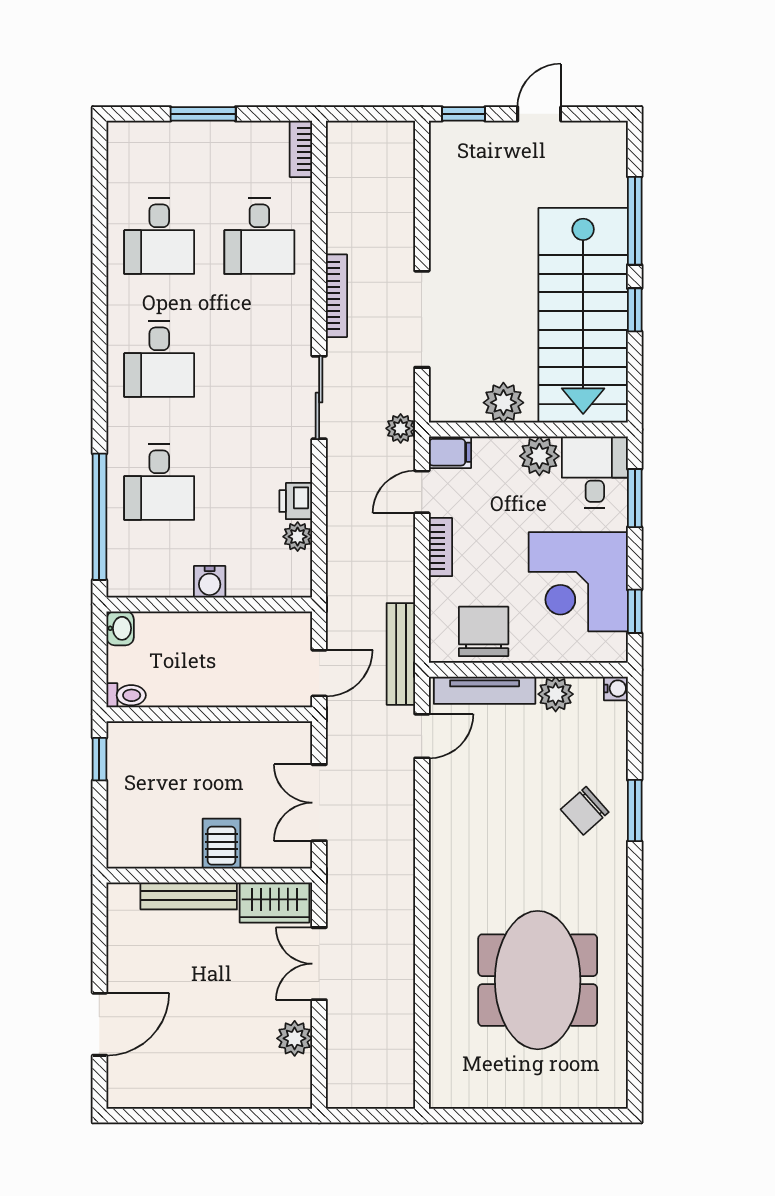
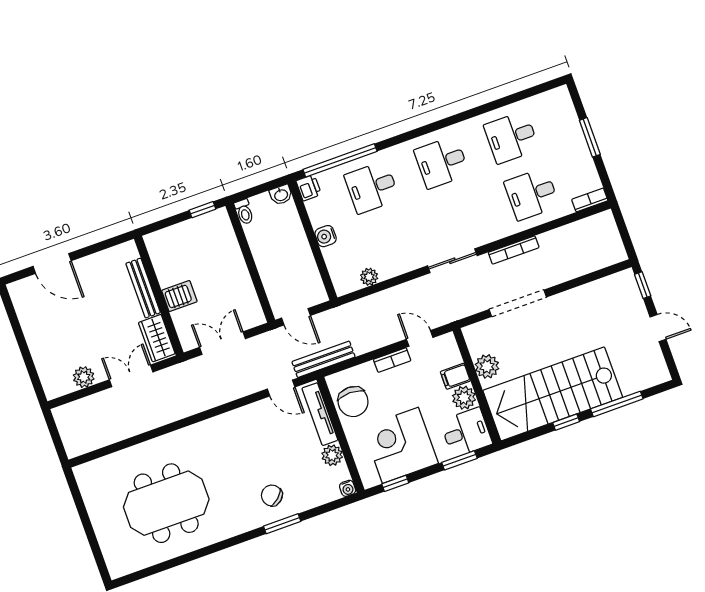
plant: (401, 428) -> (451, 313), removed
filing cabinet: (450, 452) -> (455, 376), moved, turned 90
printer: (296, 501) -> (309, 188), moved, turned 90
chair: (484, 631) -> (353, 402), turned 90

